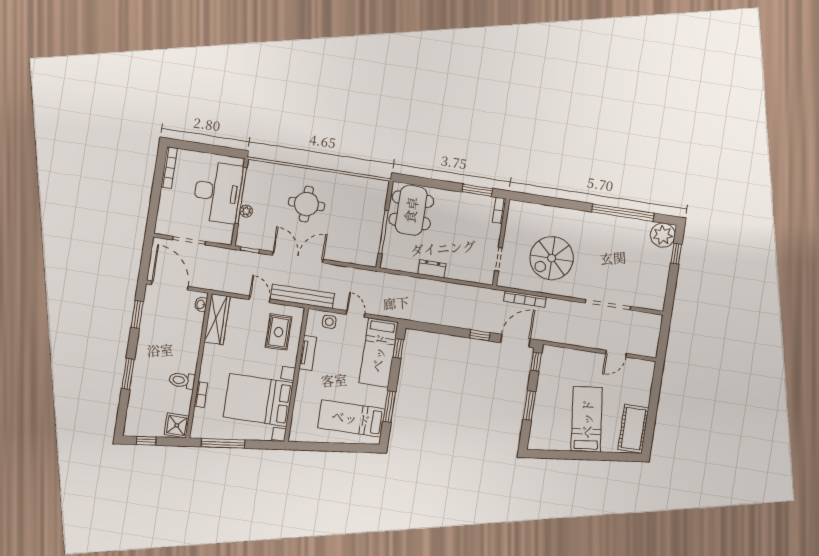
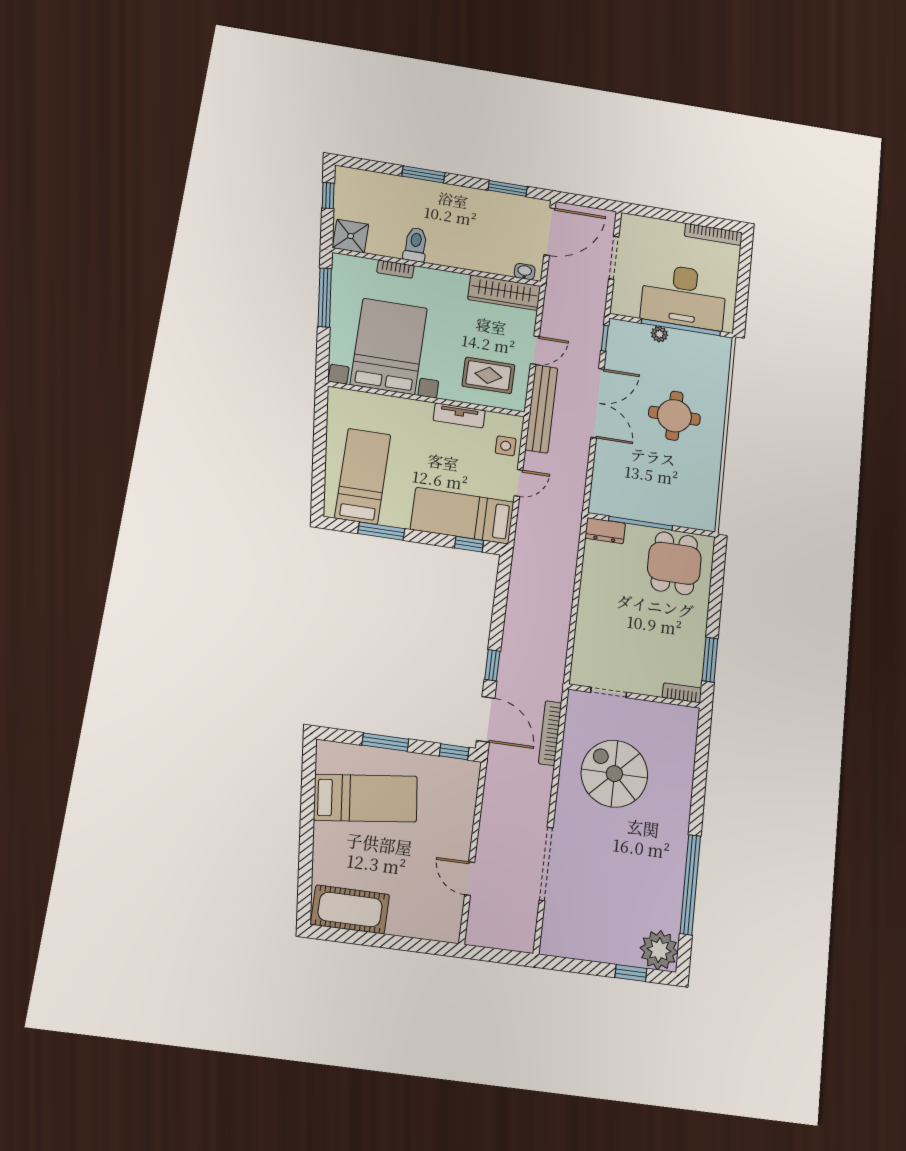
dining table: (411, 210) -> (674, 563), width x0.73
dresser: (432, 269) -> (605, 531), moved, turned 90
bed: (587, 419) -> (366, 798), moved

